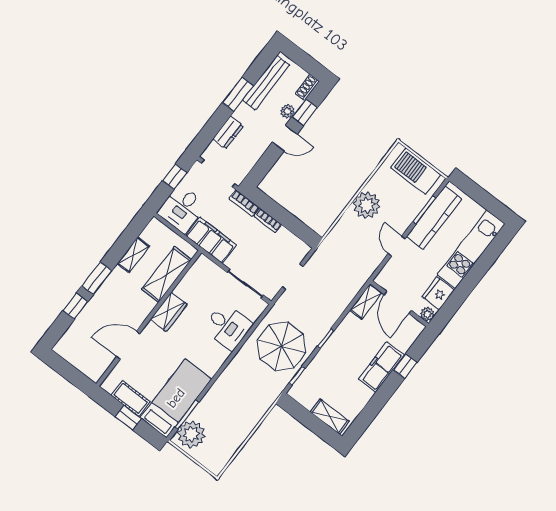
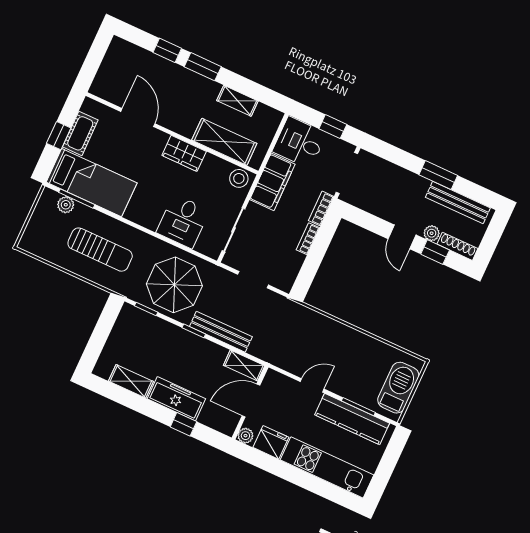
shoe rack: (307, 87) -> (457, 246), width x1.43
dresser: (228, 132) -> (394, 174), removed
plant: (367, 205) -> (349, 343), removed
stool: (201, 269) -> (239, 178), added
bench: (332, 315) -> (221, 332), added
sun lounger: (236, 404) -> (100, 250), added
shelving: (330, 416) -> (131, 381), moved, turned 90
plant: (191, 434) -> (66, 205), width x0.53, depth x0.53

